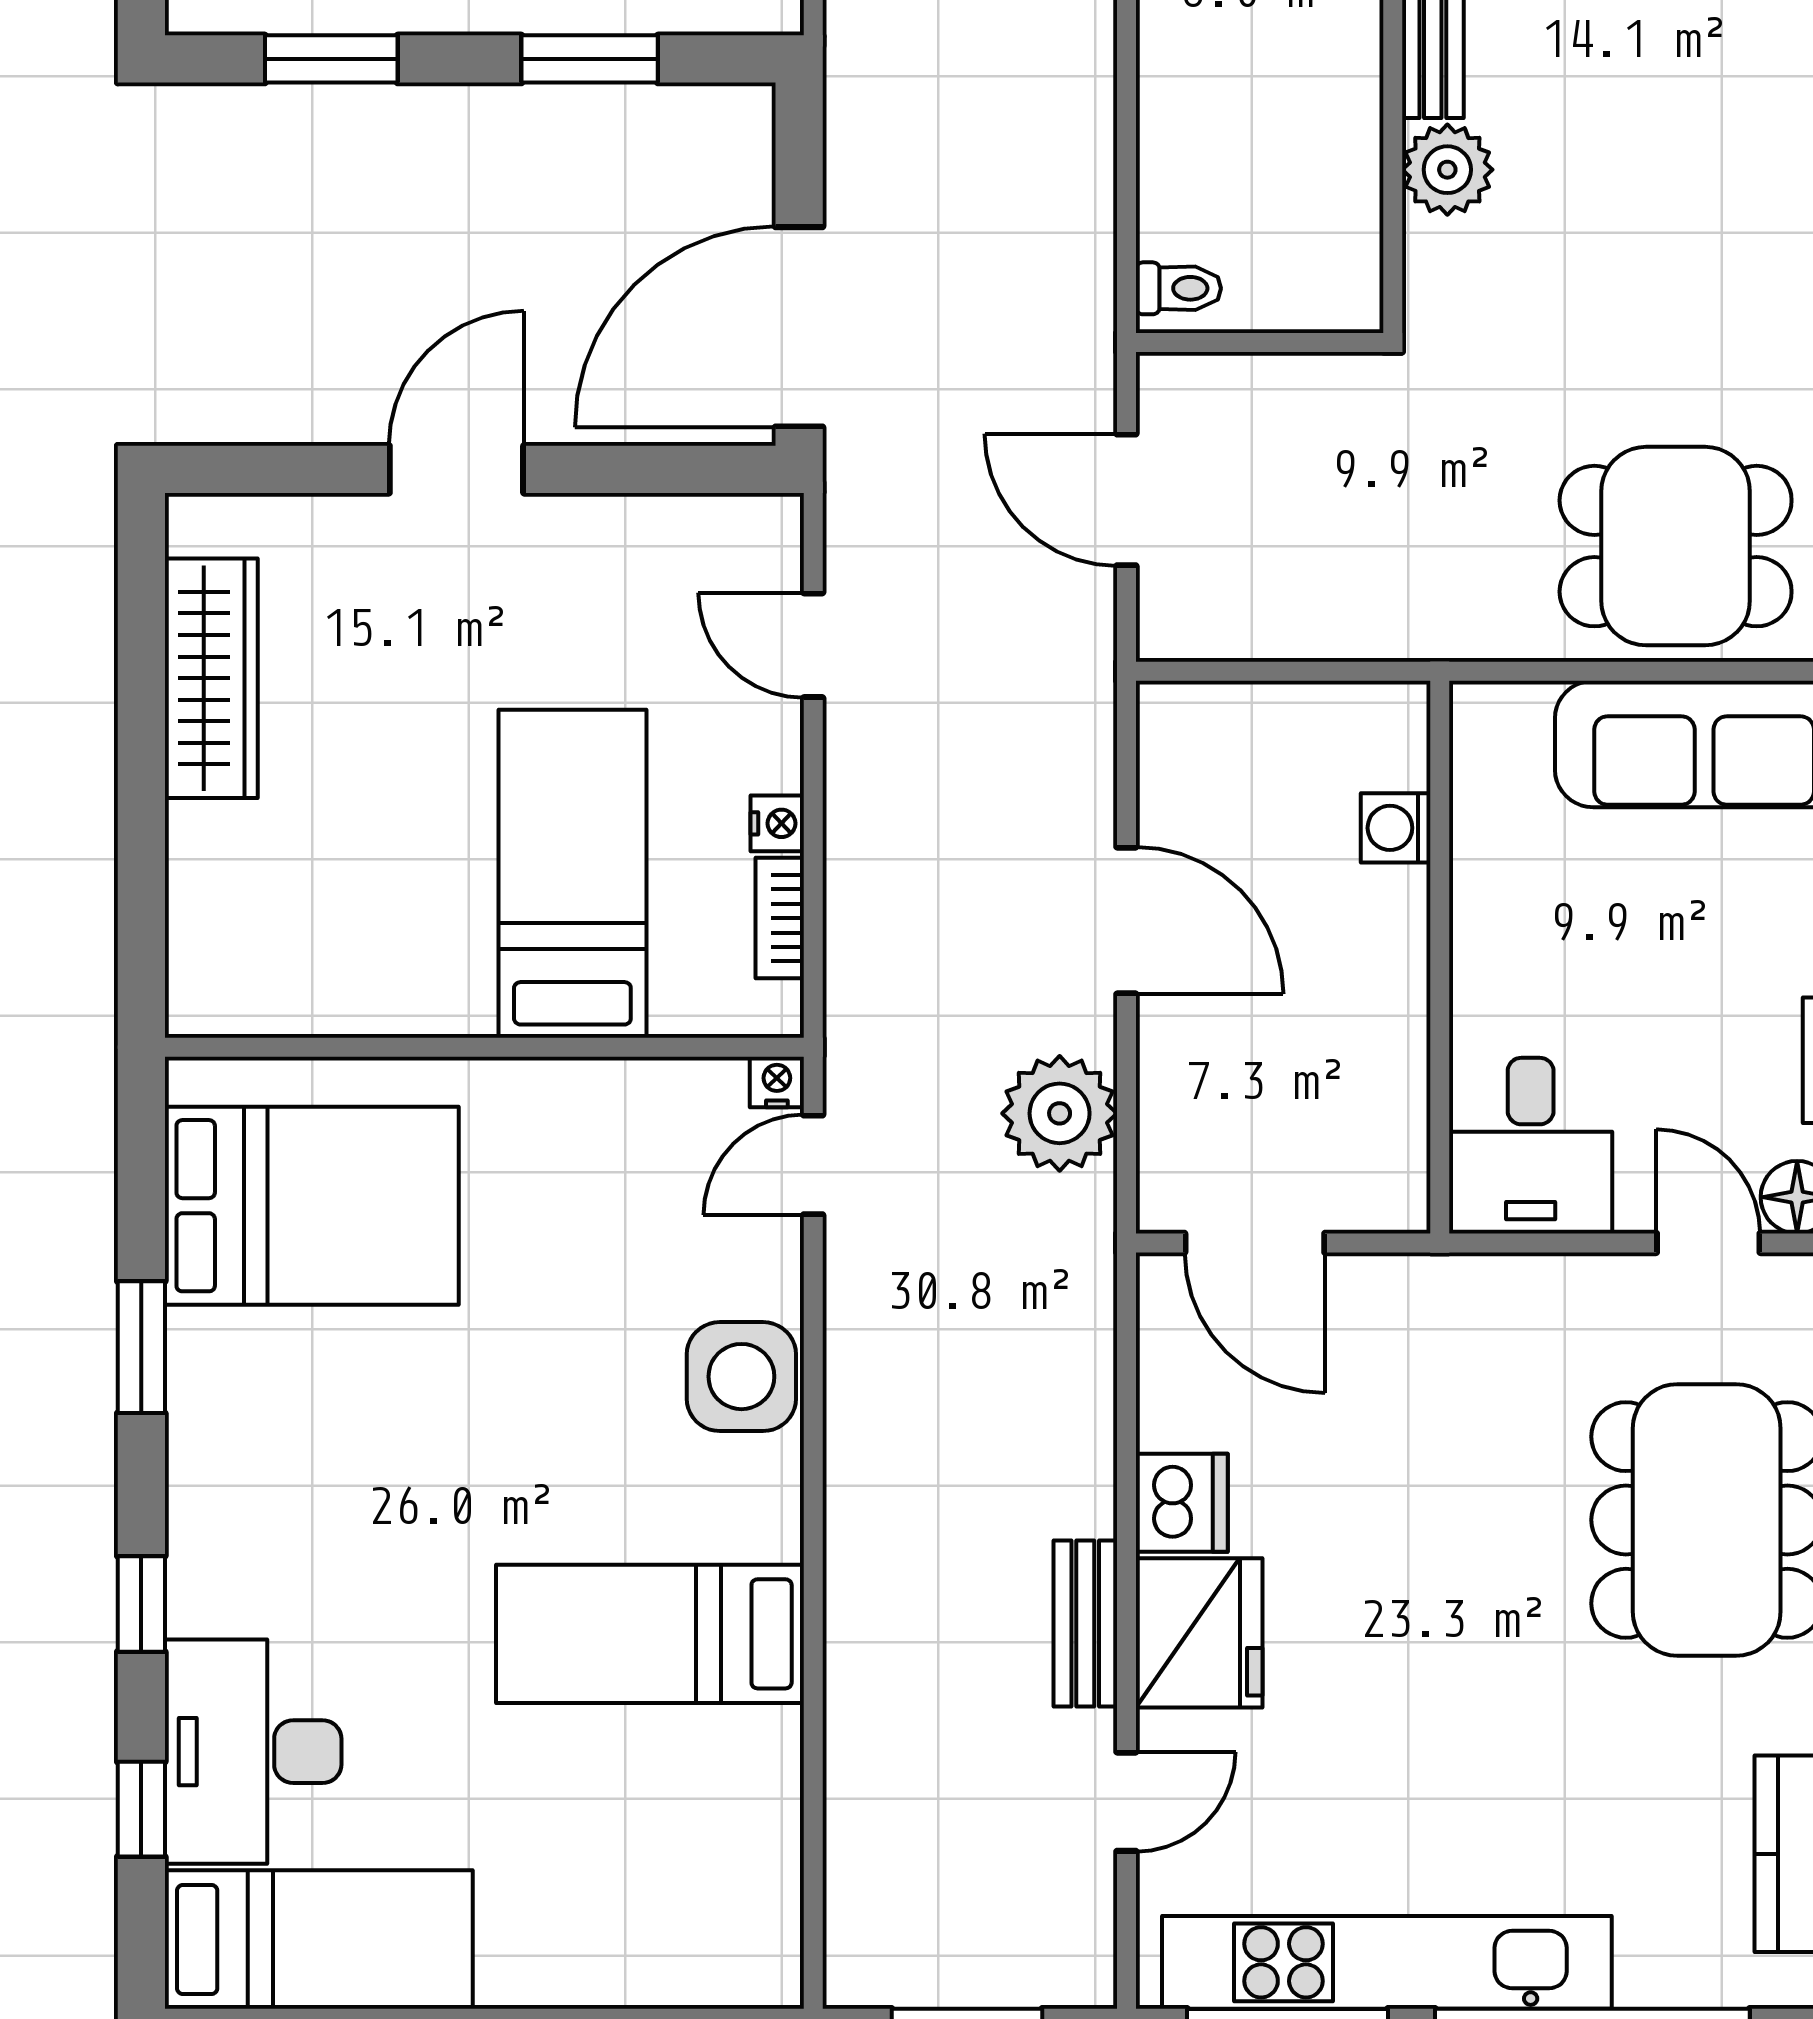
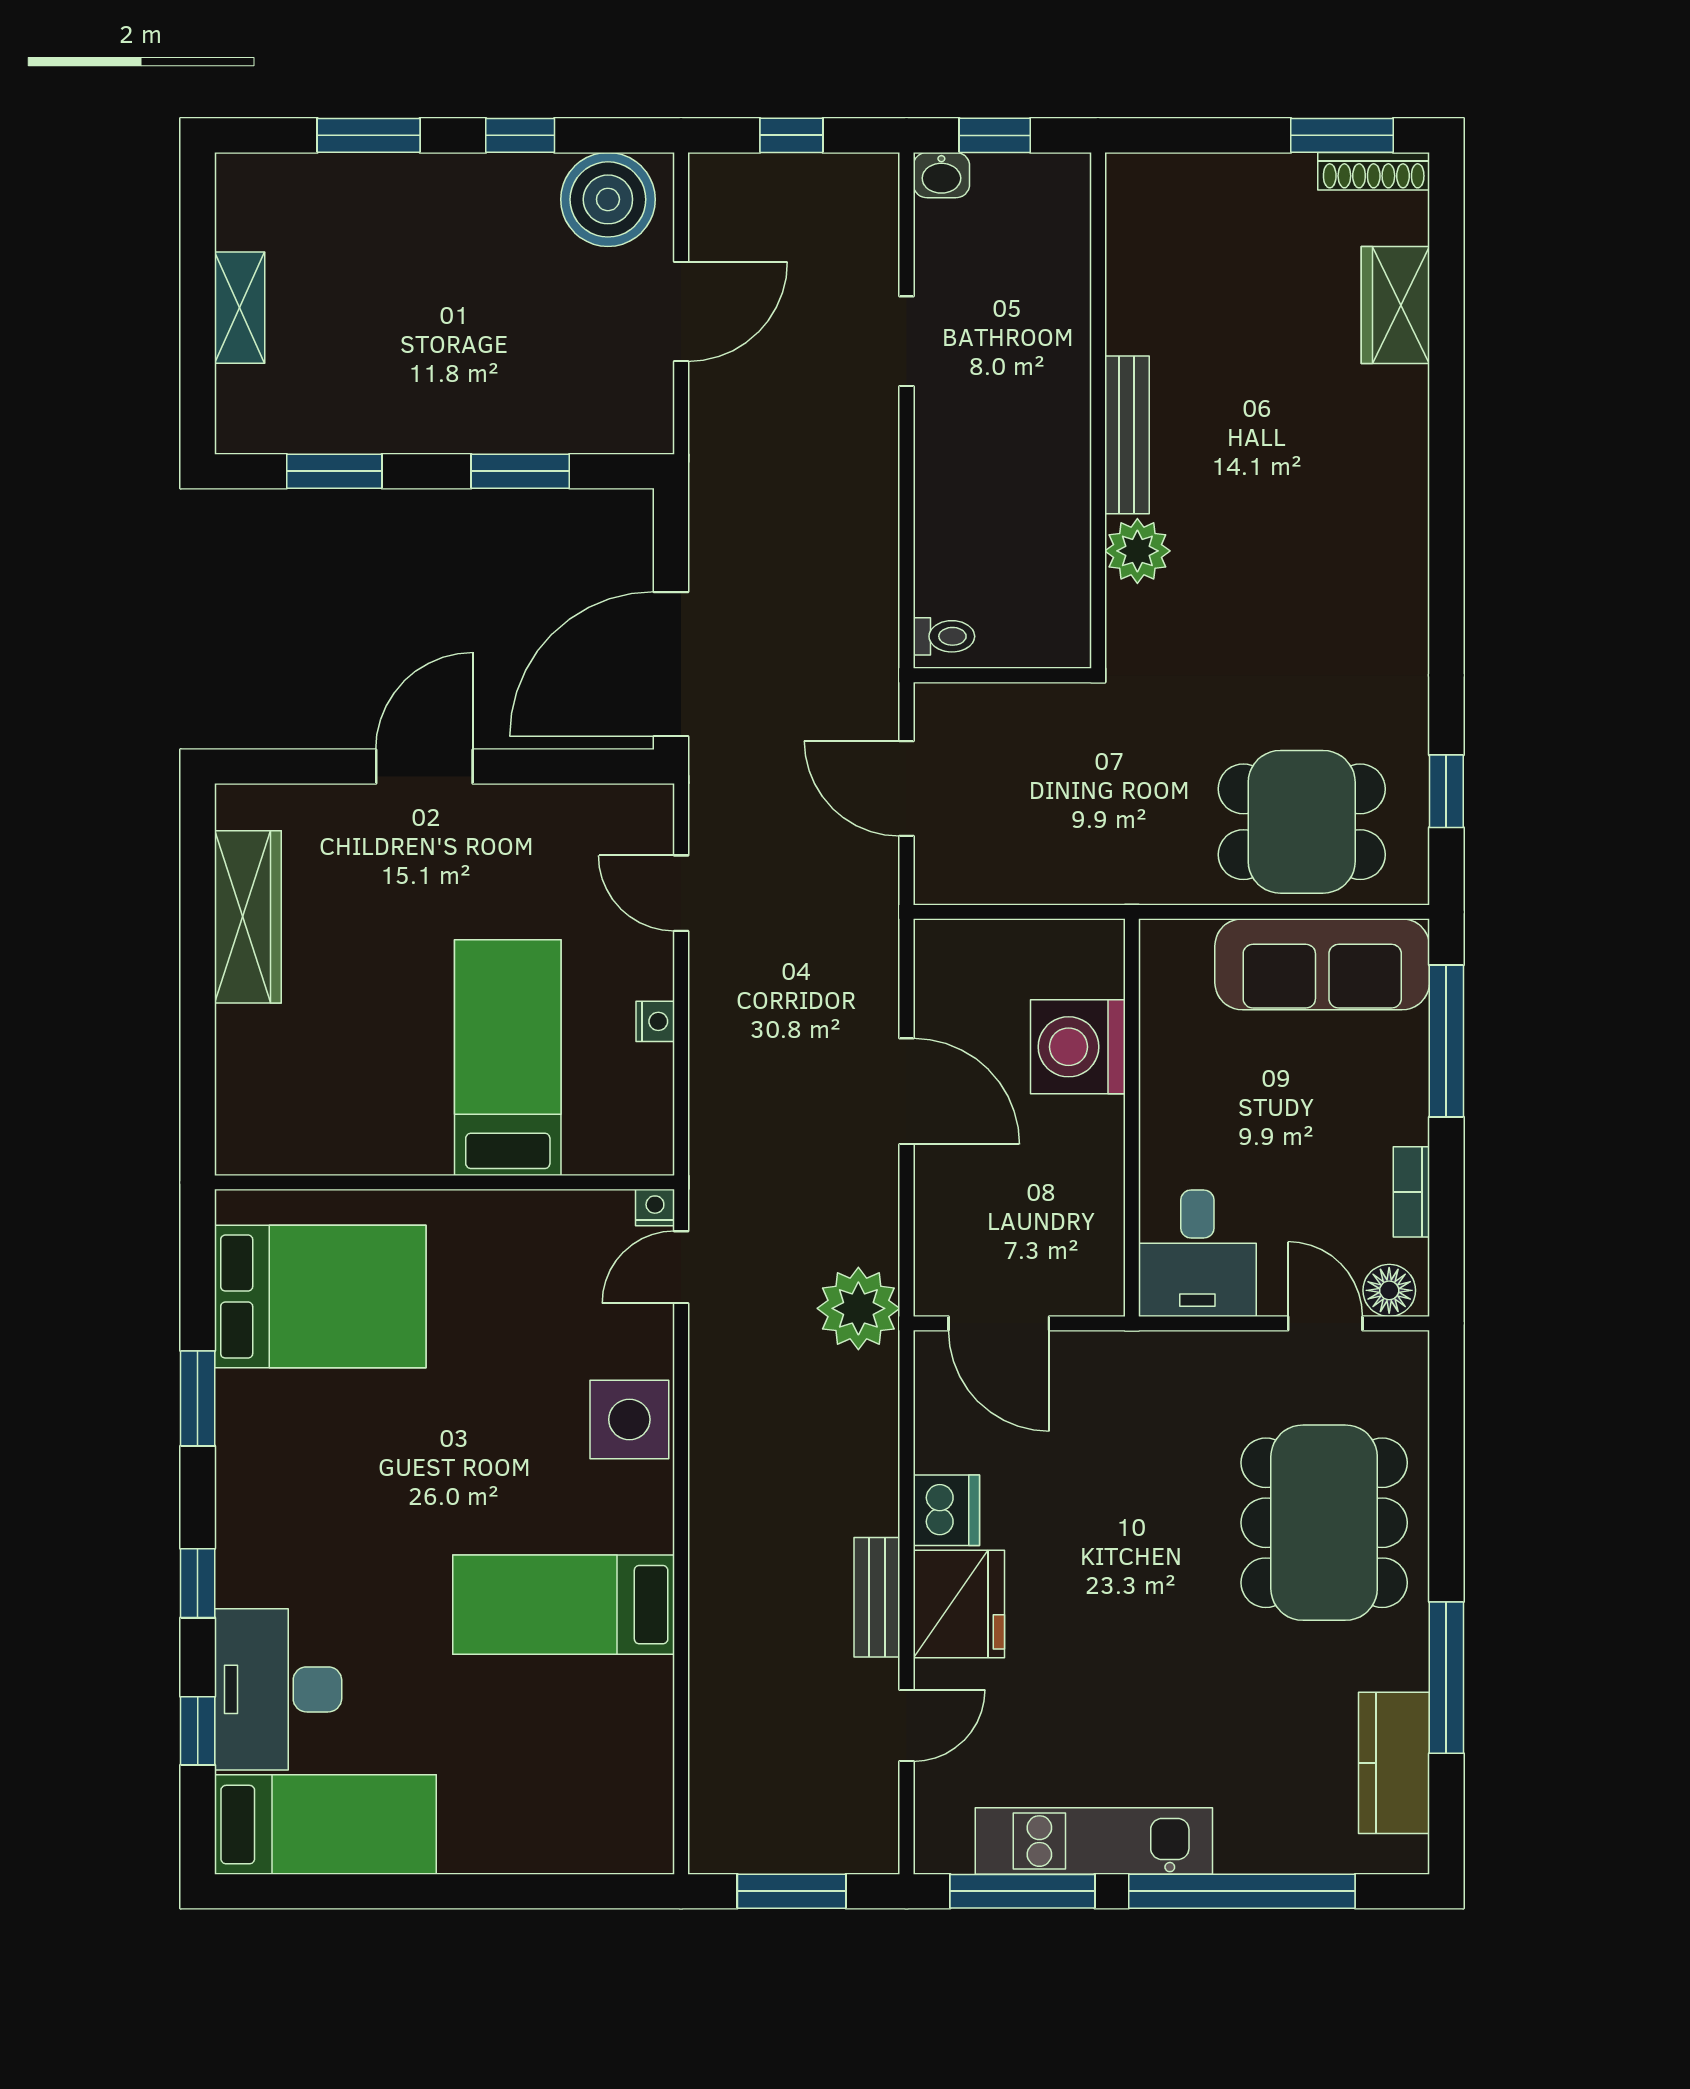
washing machine: (1396, 828) -> (1078, 1047), width x1.89, depth x1.89
bookcase: (780, 918) -> (657, 1090), removed
plant: (1060, 1113) -> (858, 1308), moved
kitchen unit: (1387, 1962) -> (1094, 1841), width x0.73

